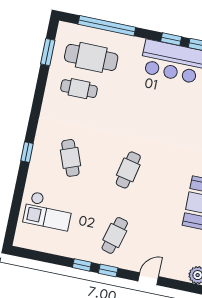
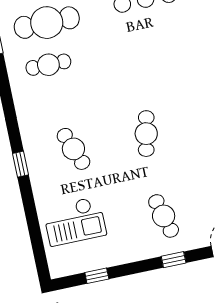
cafe table: (115, 235) -> (164, 216), turned -30
window: (82, 265) -> (97, 276), moved

